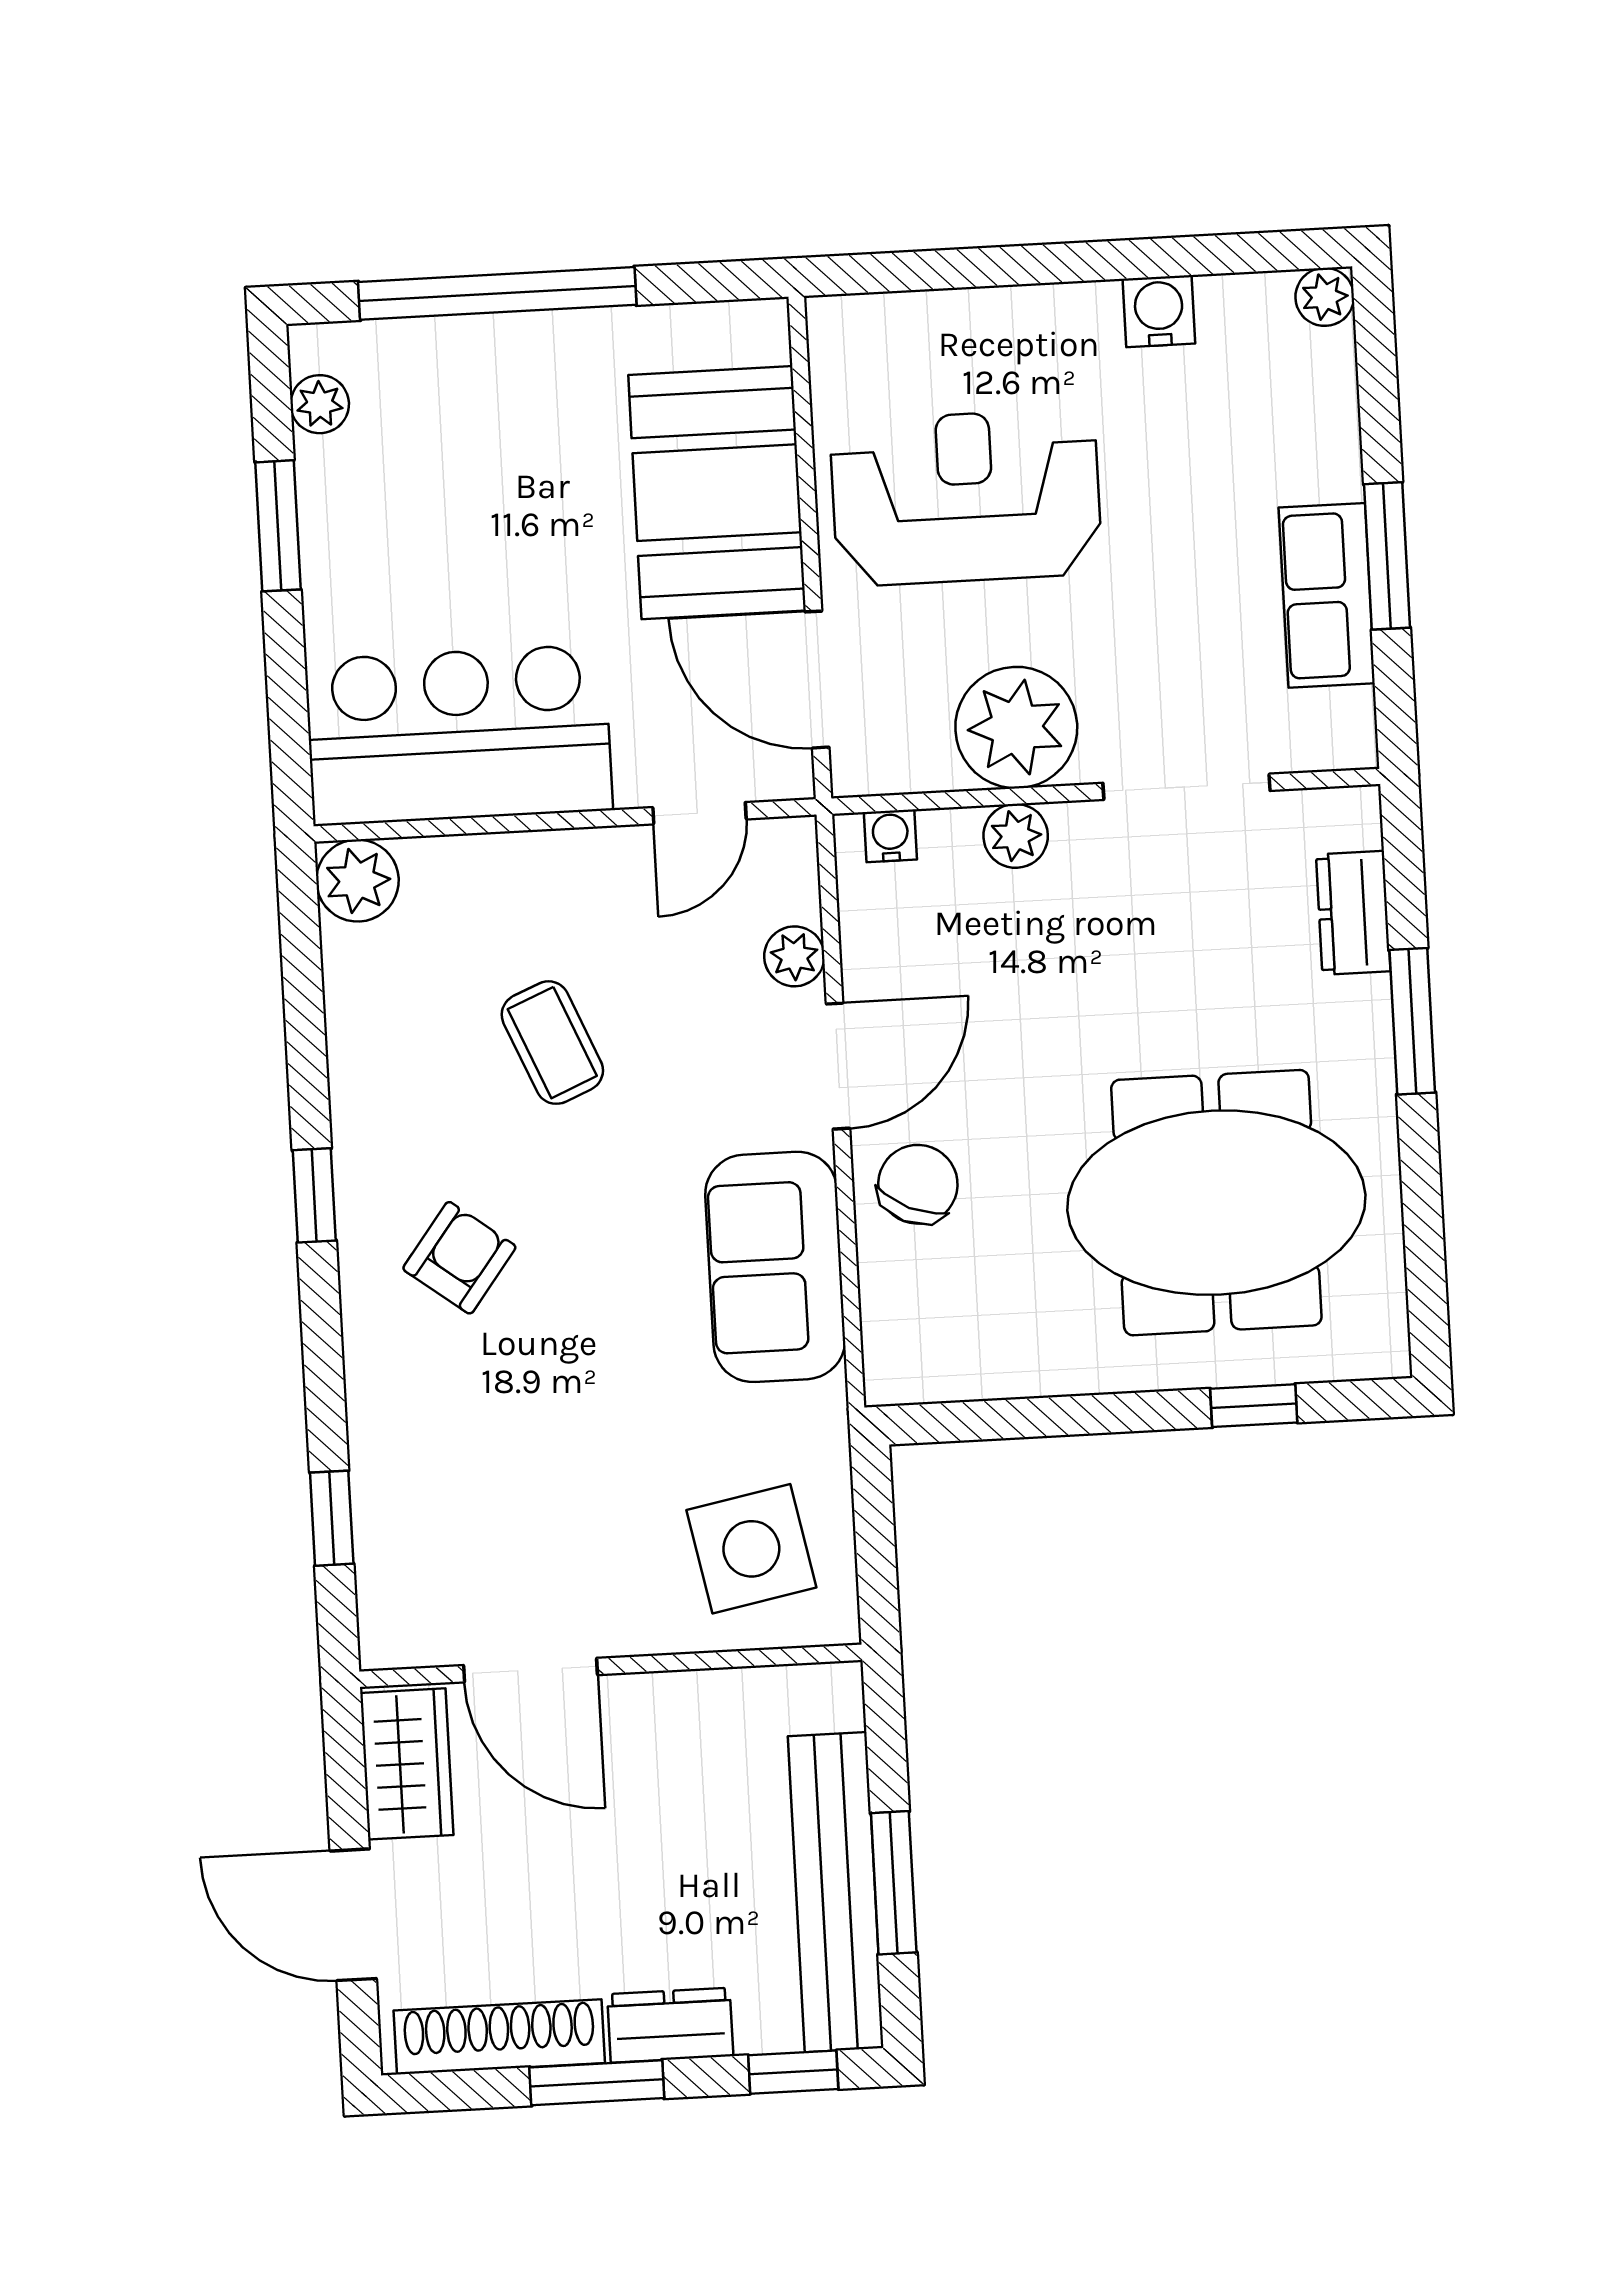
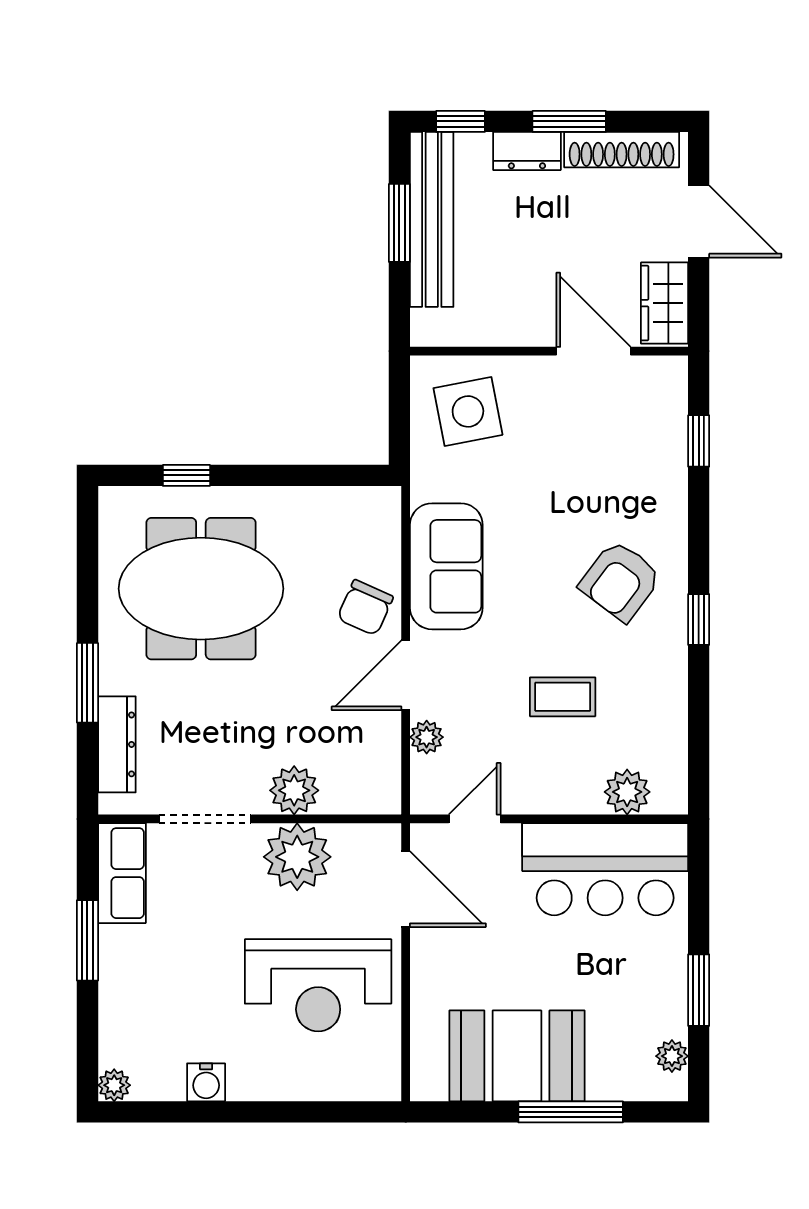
window: (497, 293) -> (571, 1112), width x0.68
booth: (717, 493) -> (517, 1056), moved, turned 90
row of seats: (1327, 595) -> (122, 873), moved
water cooler: (890, 836) -> (370, 801), removed
plant: (1016, 836) -> (294, 790), width x1.38, depth x1.38
plant: (357, 881) -> (627, 792), moved
dresser: (1353, 913) -> (117, 744), width x1.44
coffee table: (552, 1043) -> (563, 697), turned -67
armchair: (459, 1258) -> (620, 581), width x1.38, depth x1.38

